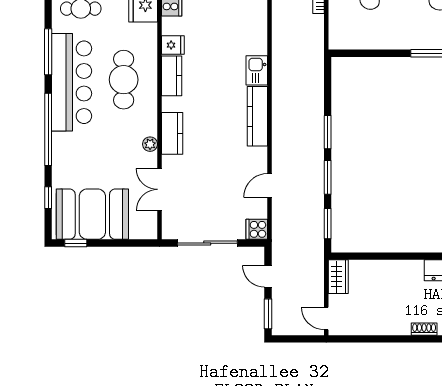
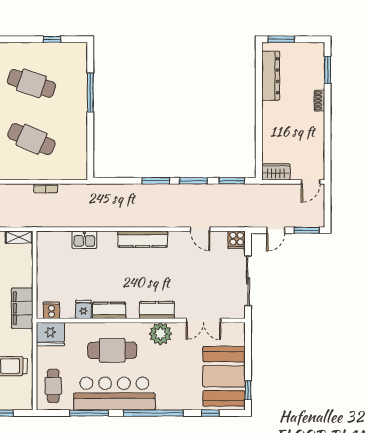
kitchen sink: (257, 70) -> (84, 240), moved
plant: (150, 144) -> (160, 334), width x1.87, depth x1.87

